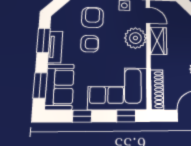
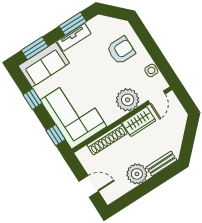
armchair: (90, 44) -> (96, 64), removed
shoe rack: (157, 90) -> (107, 139), moved

